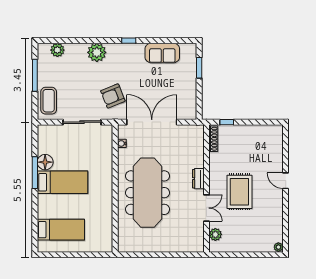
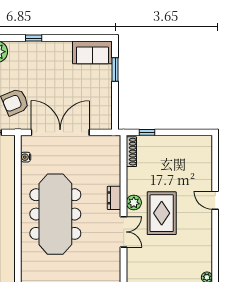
sofa: (162, 53) -> (92, 52), moved
plant: (215, 234) -> (134, 203), moved

